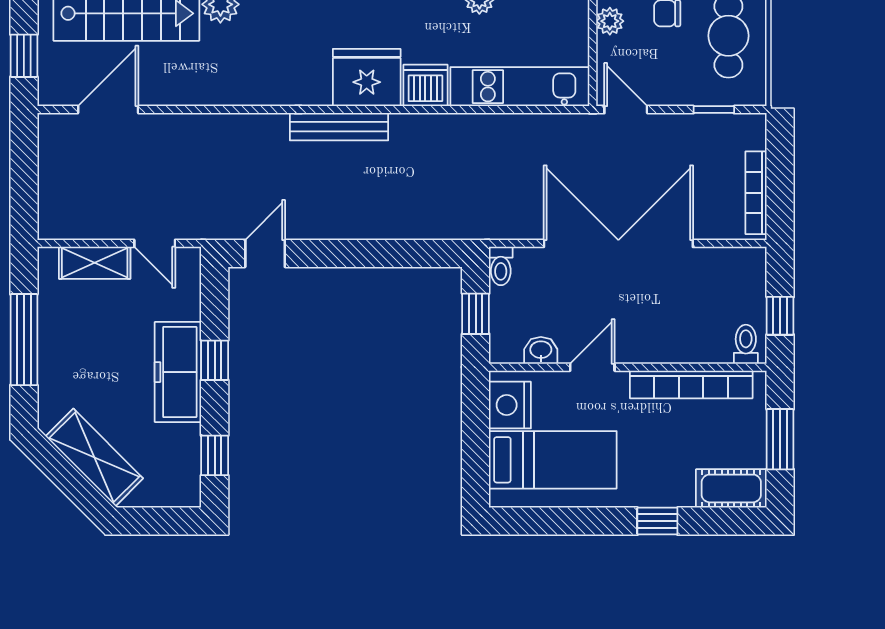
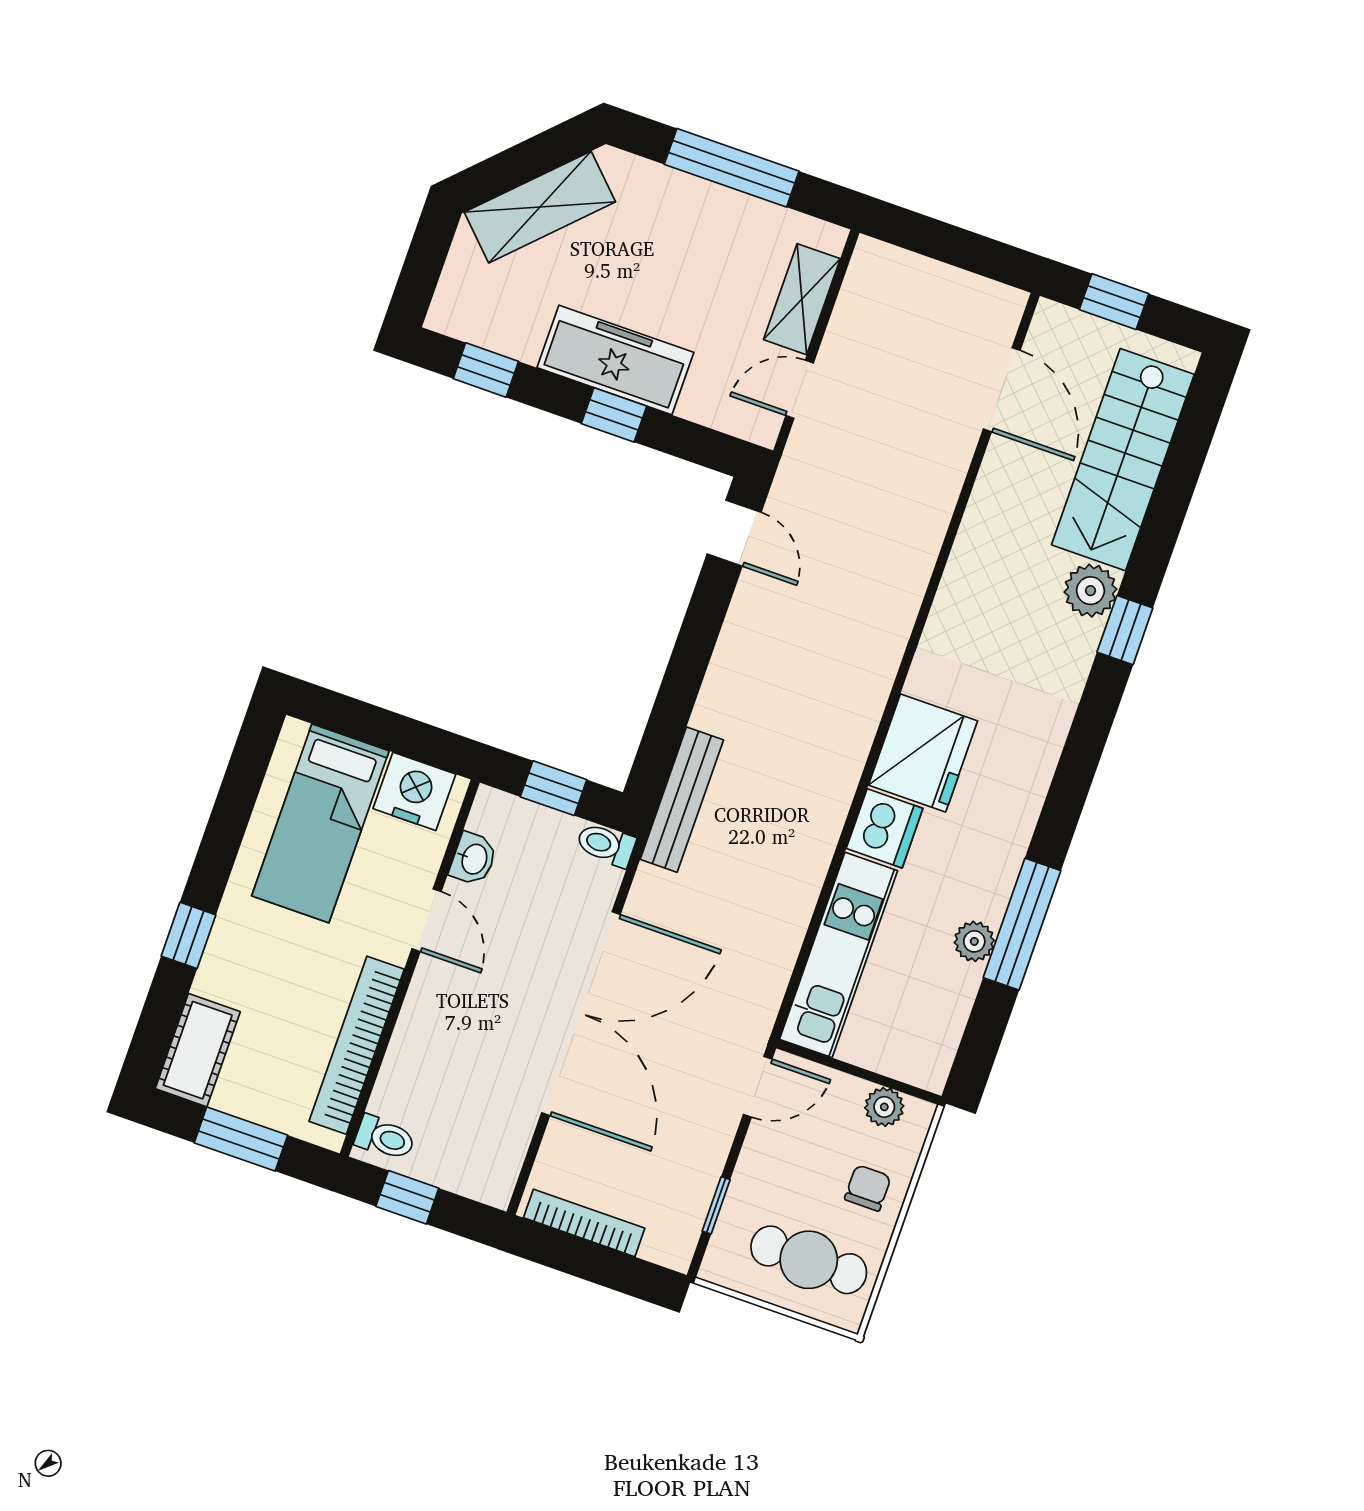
bench: (339, 127) -> (682, 800), moved

